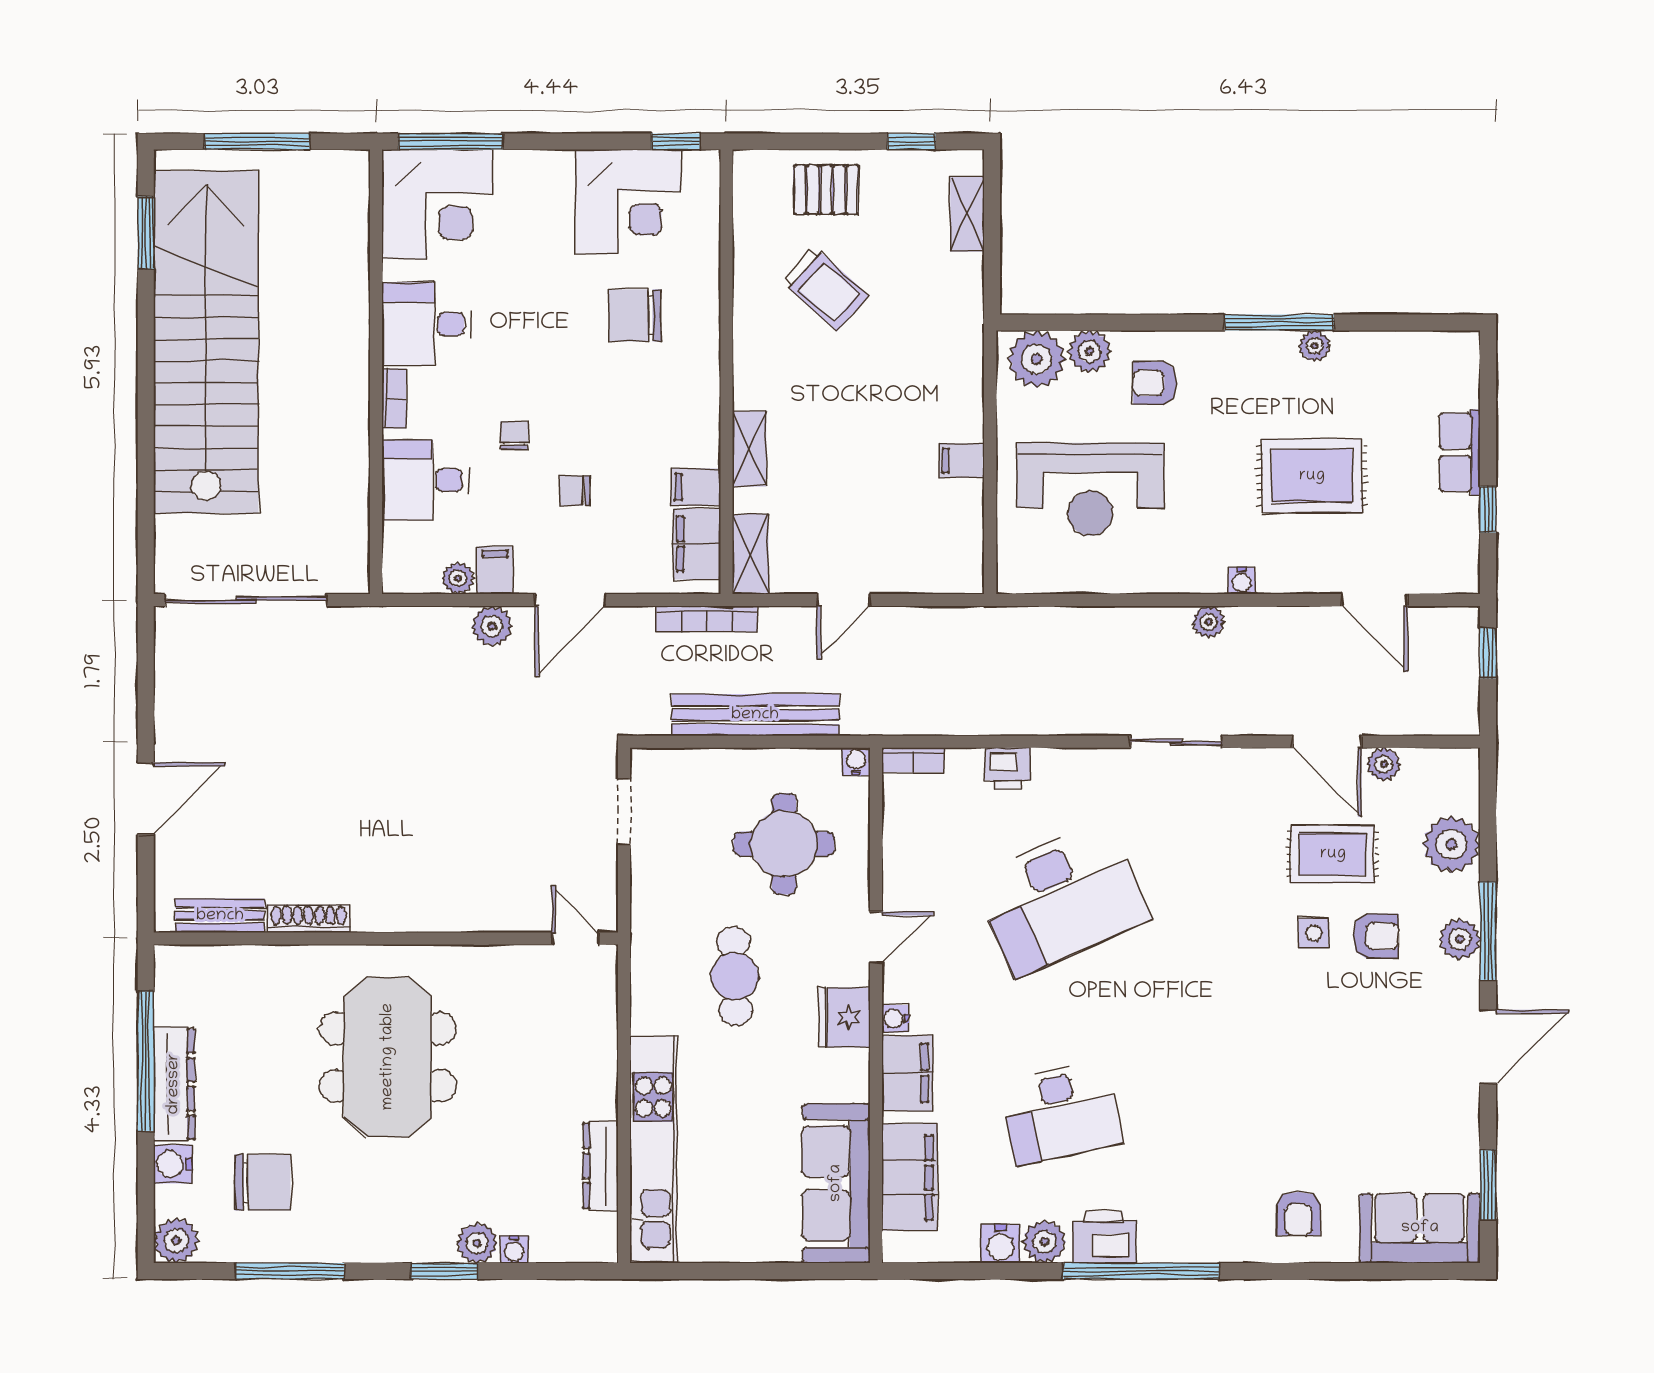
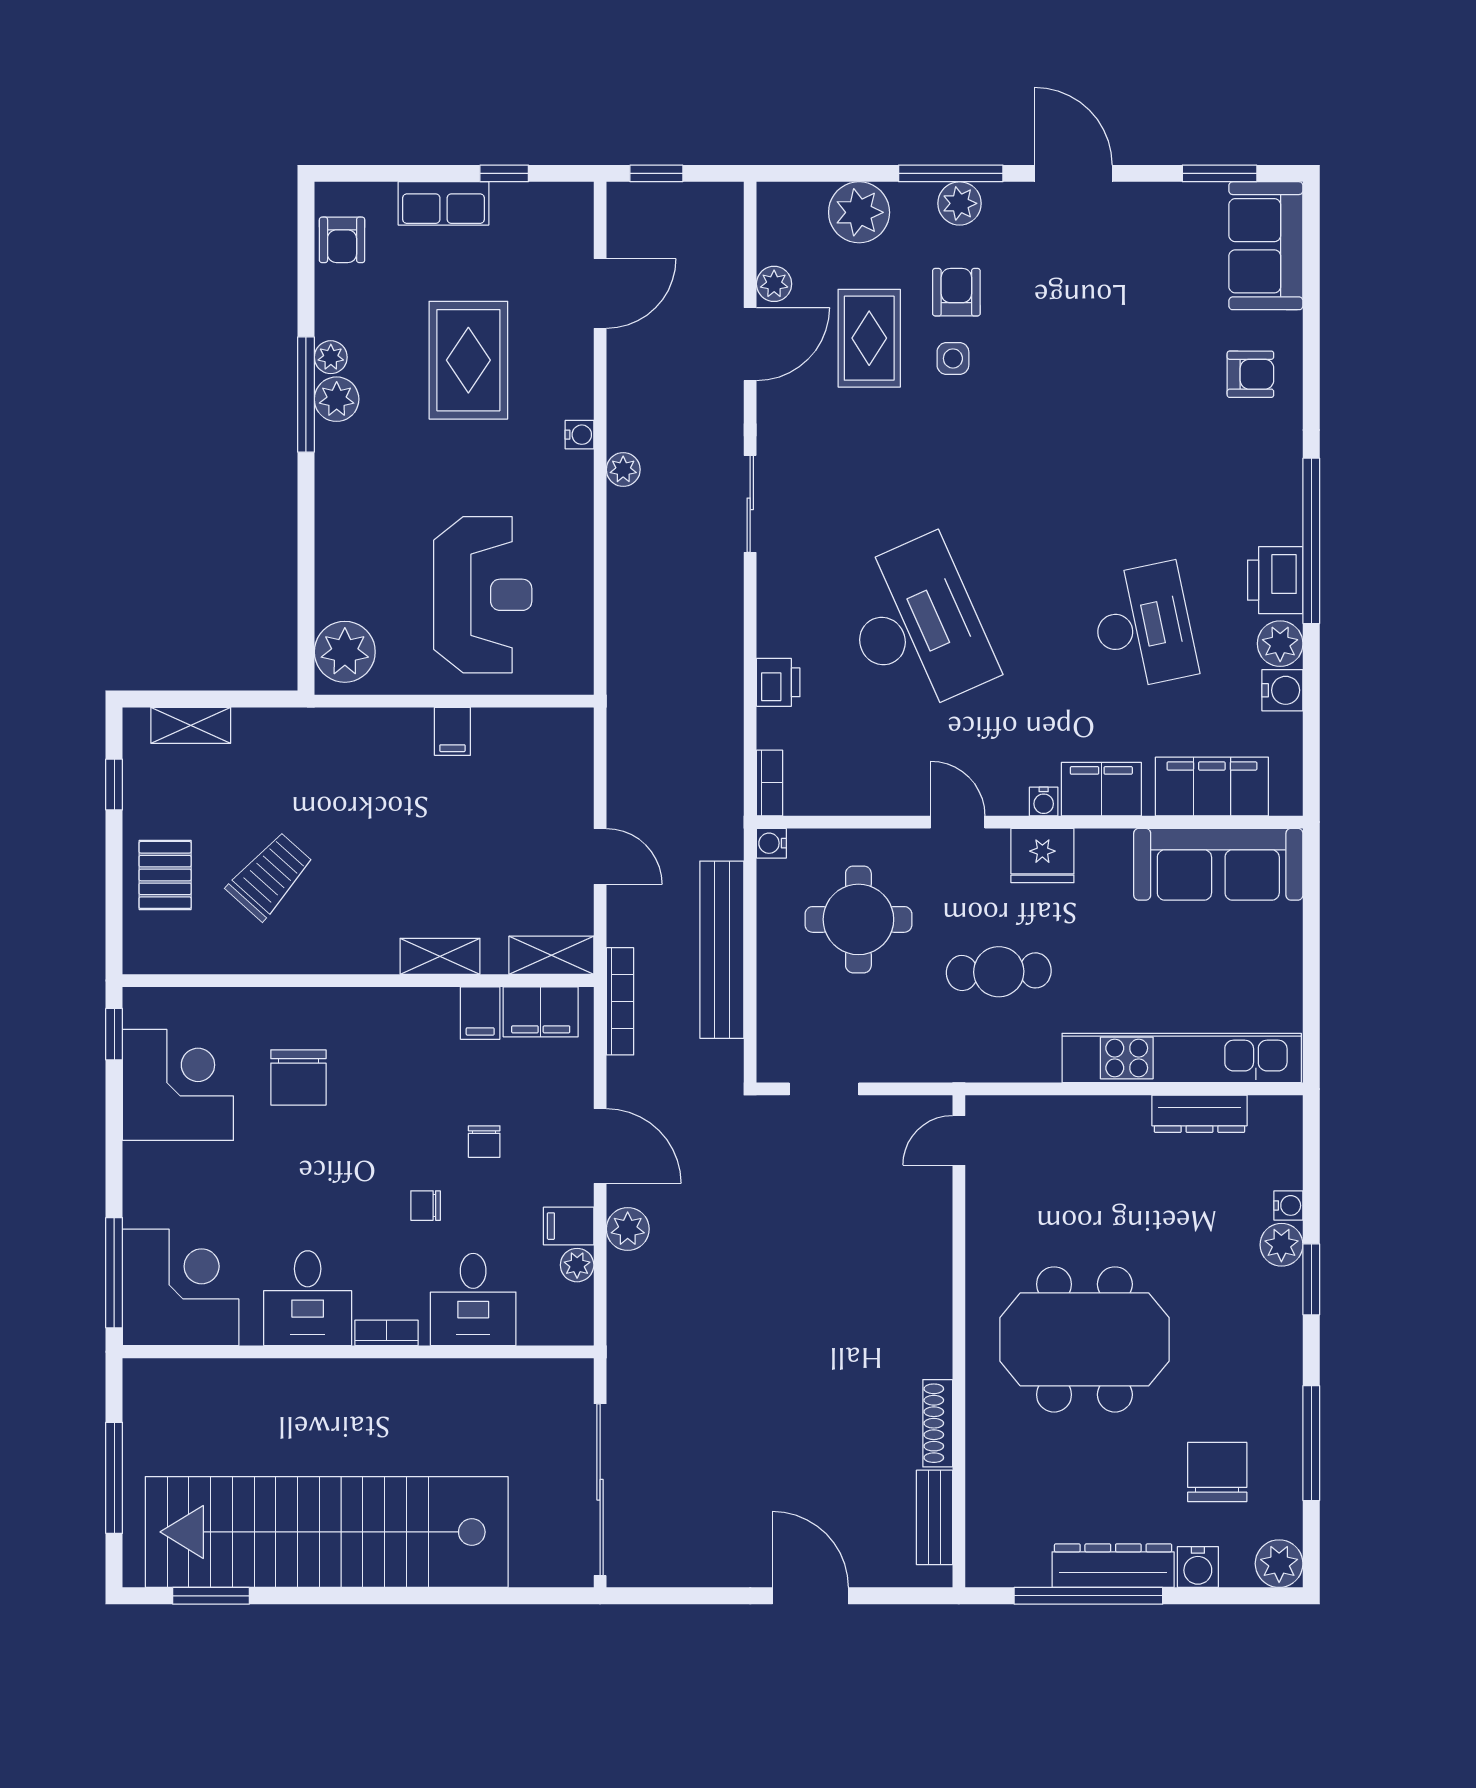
plant: (1089, 351) -> (337, 399), moved
armchair: (1155, 383) -> (342, 240), moved

